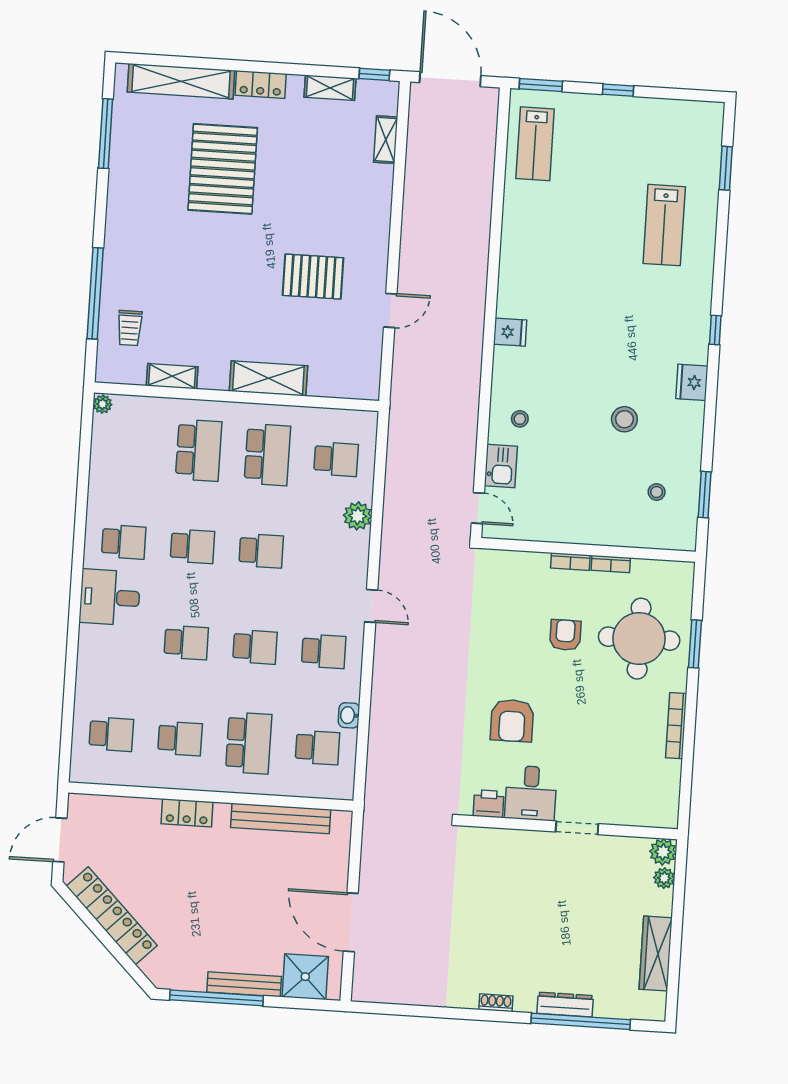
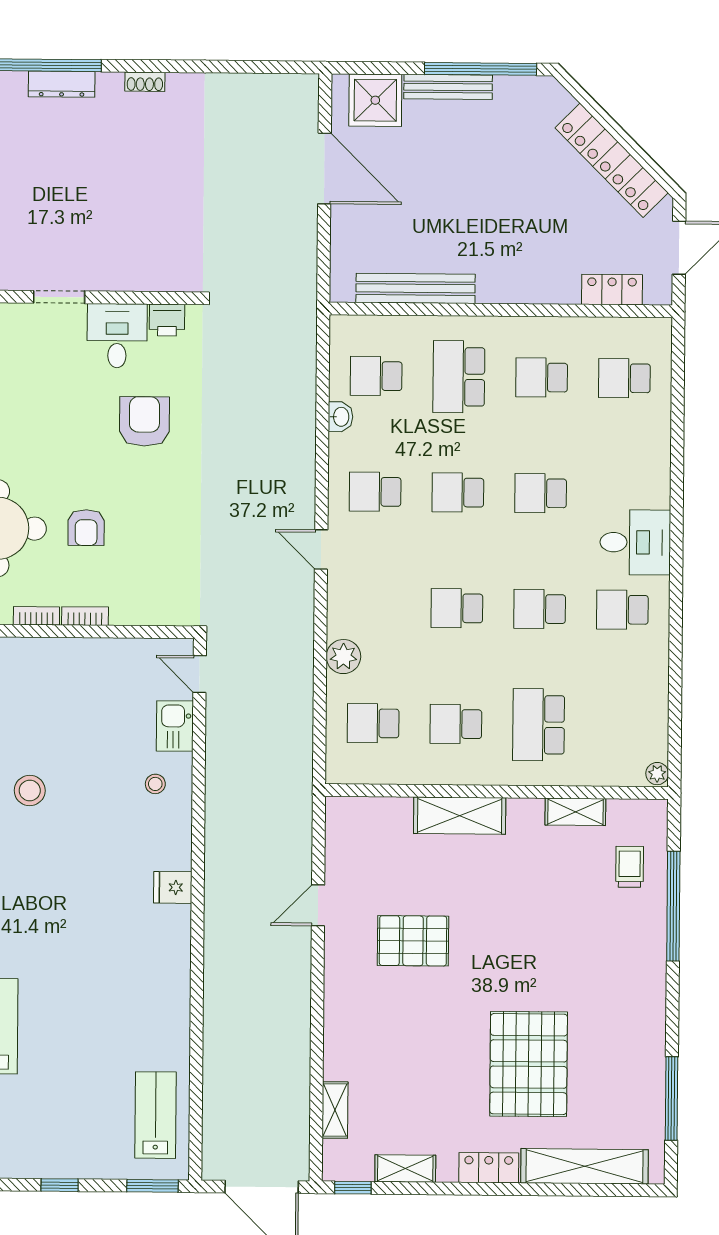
school desk: (267, 455) -> (456, 724), width x0.54
locker: (187, 813) -> (612, 290), moved

